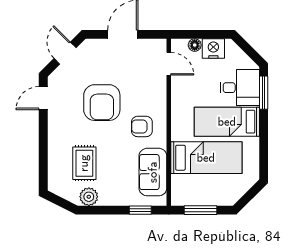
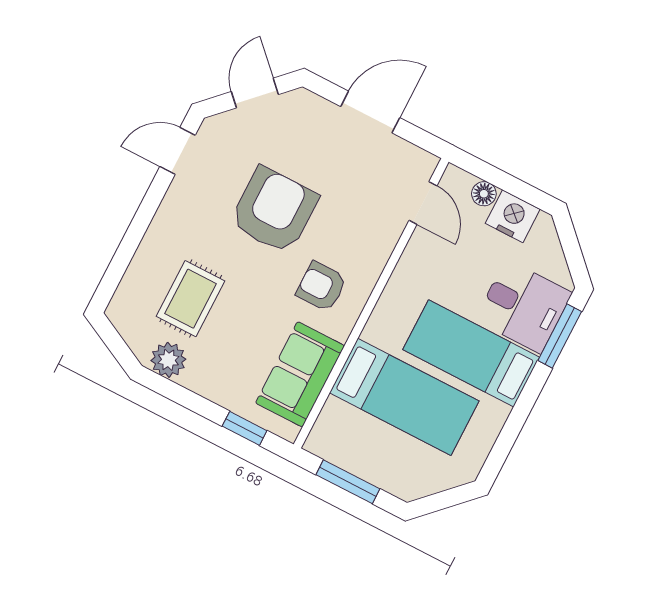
armchair: (102, 103) -> (274, 210), turned 180

